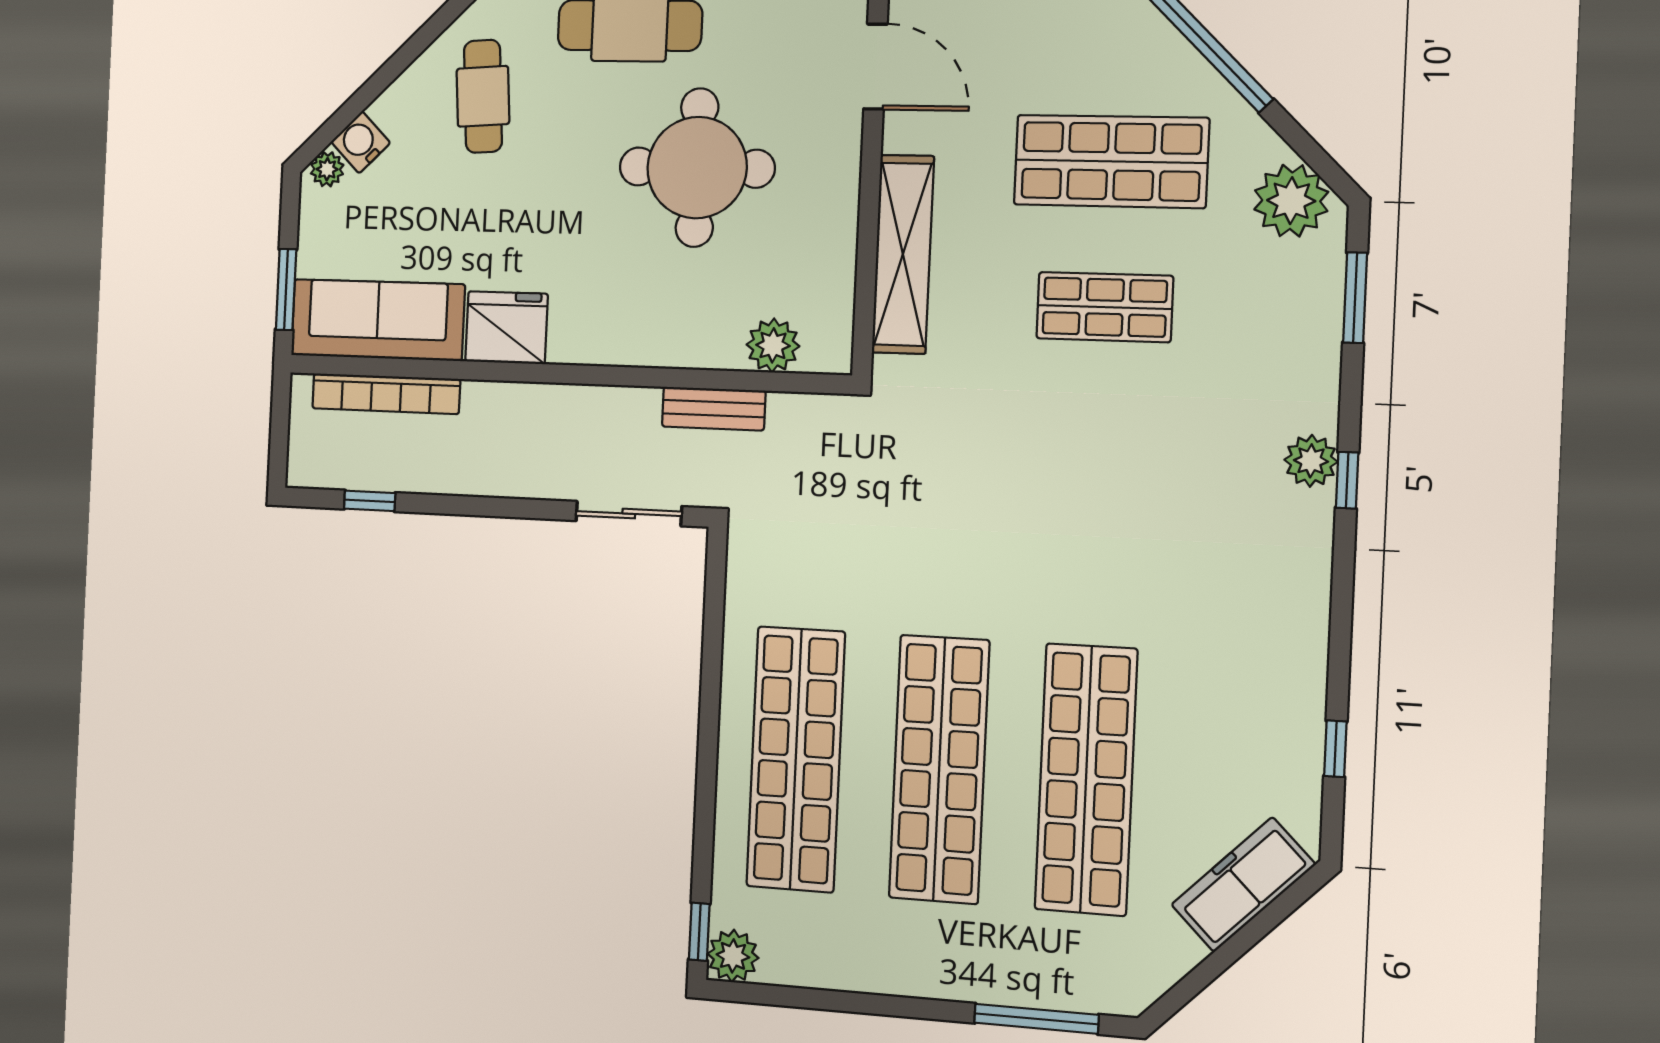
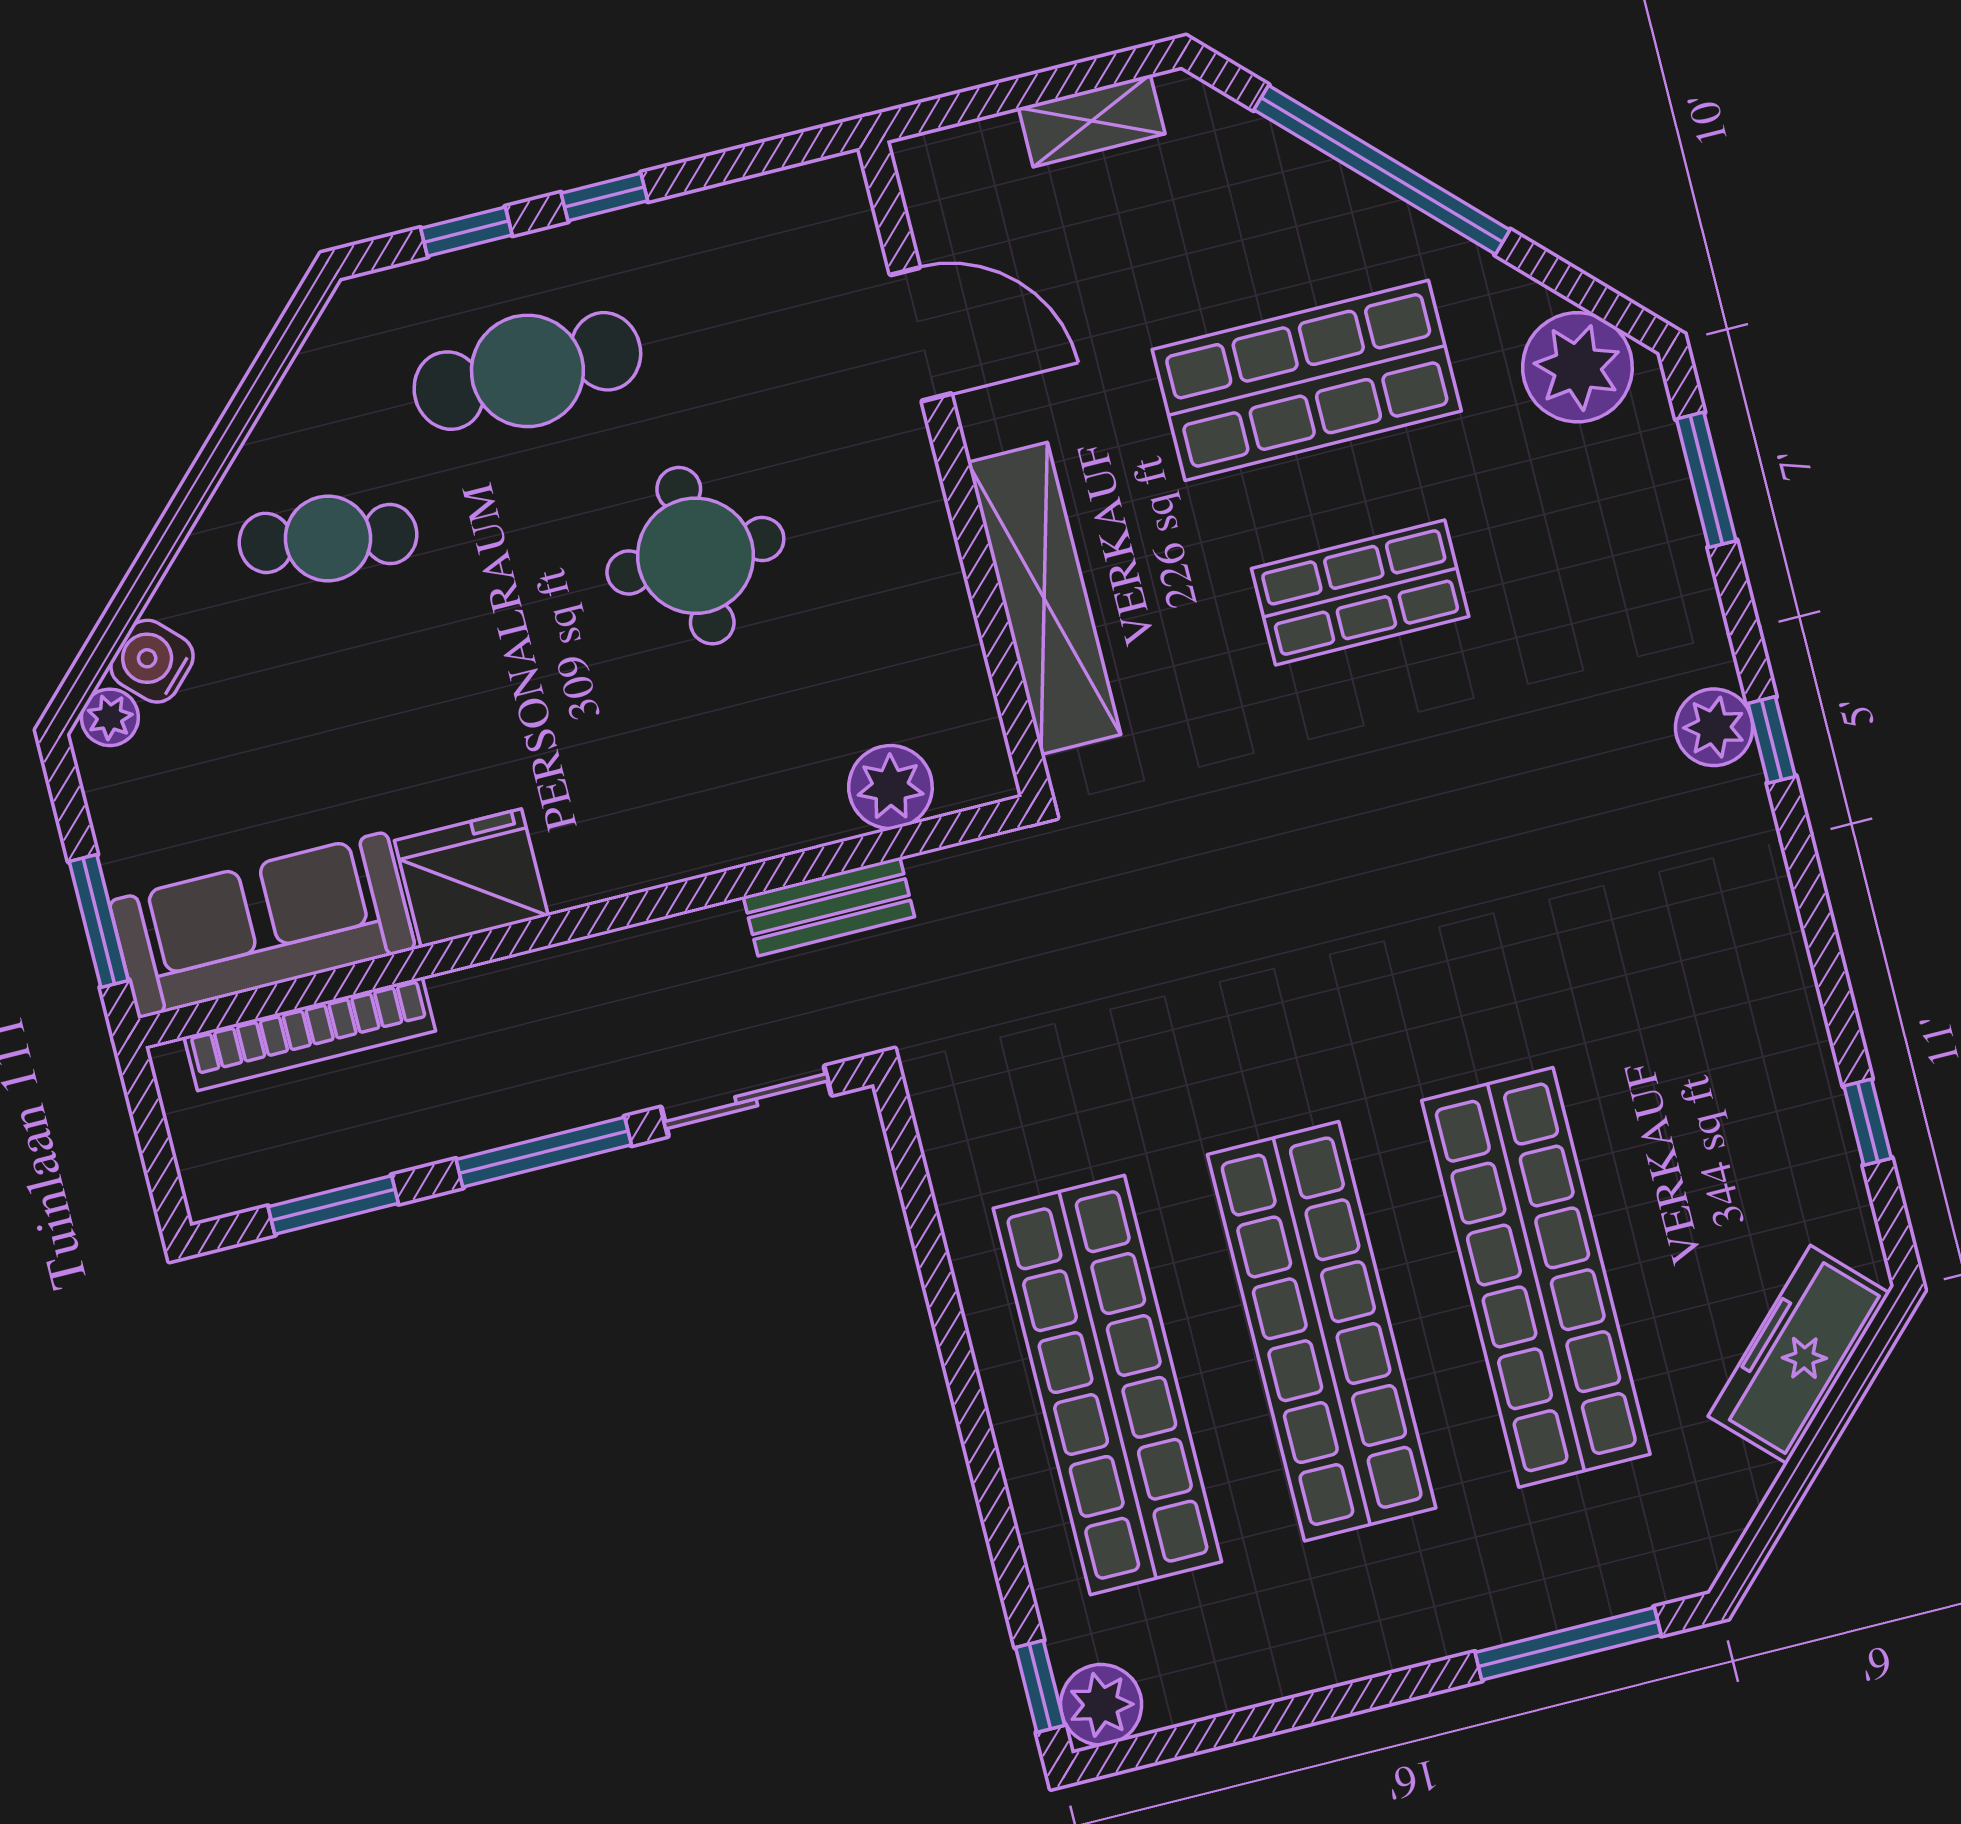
cafe table: (483, 96) -> (328, 538), turned -76
round table: (697, 168) -> (695, 556), width x0.73, depth x0.73
window: (370, 501) -> (333, 1205), width x1.50
window: (500, 507) -> (544, 1152), added

